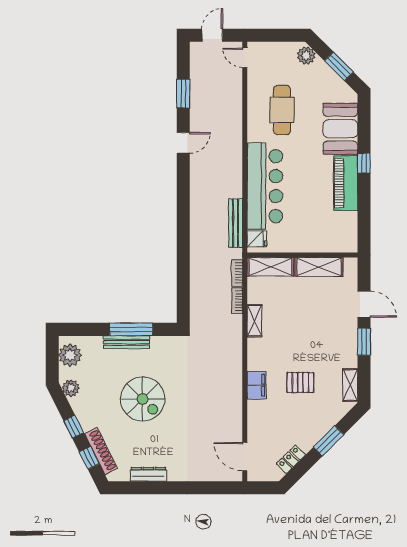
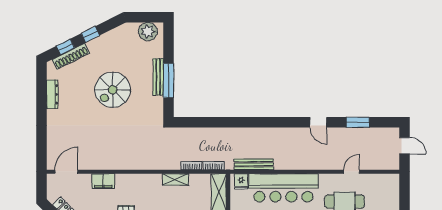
door: (245, 58) -> (352, 172), moved
filing cabinet: (257, 385) -> (103, 181), moved
plant: (71, 388) -> (121, 32), removed

